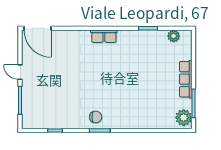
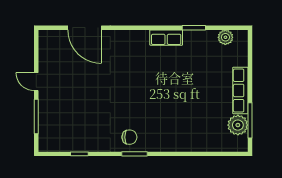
door: (38, 28) -> (85, 28), moved
row of seats: (104, 36) -> (166, 38), moved
plant: (184, 118) -> (238, 125), moved

